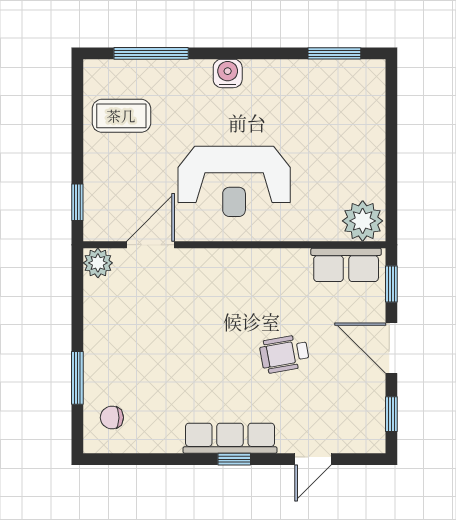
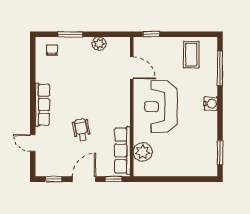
plant: (363, 221) -> (143, 152), moved
plant: (98, 263) -> (99, 44), moved
row of seats: (346, 265) -> (122, 150), width x1.48
window: (234, 459) -> (33, 107), removed

